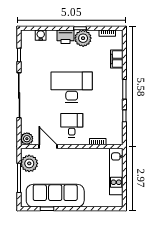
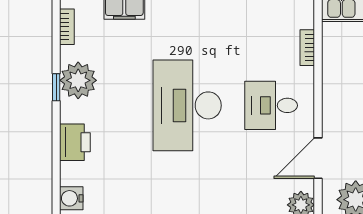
water cooler: (41, 35) -> (71, 198), moved
printer: (66, 37) -> (75, 142), moved

